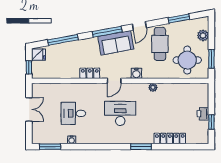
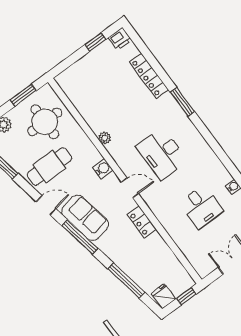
printer: (203, 114) -> (120, 39), moved

